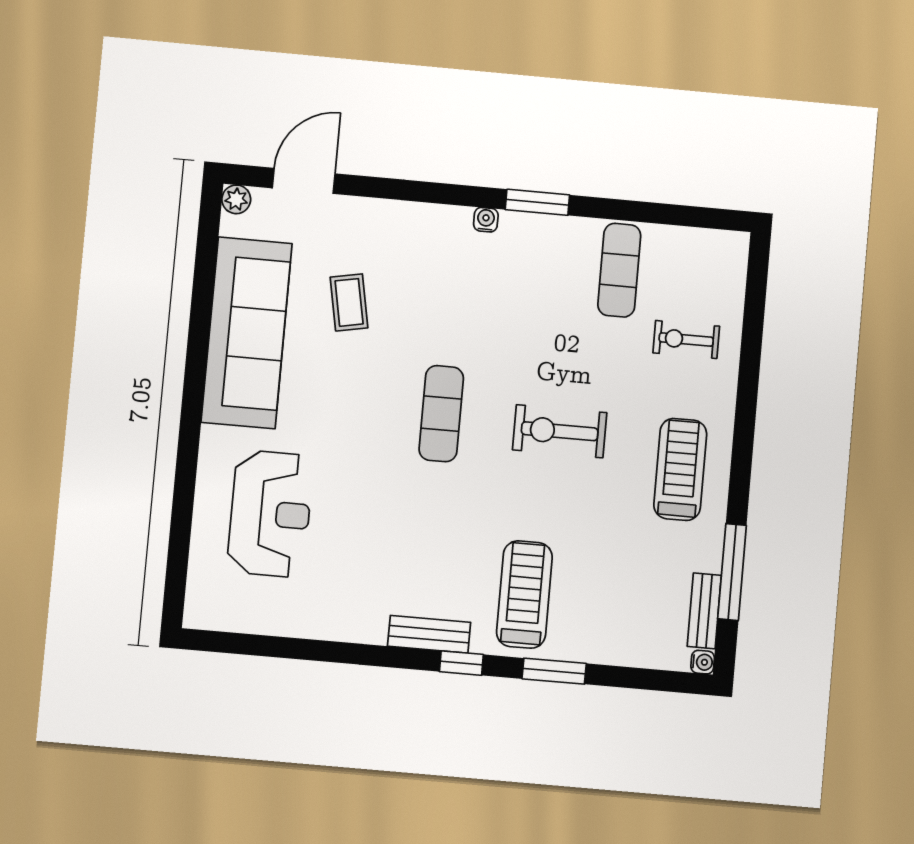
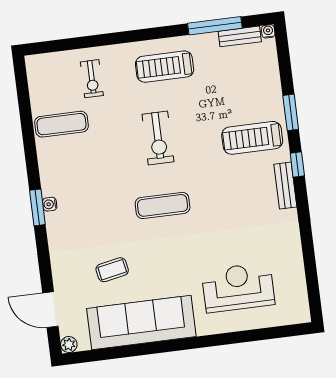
window: (537, 202) -> (37, 207), moved

